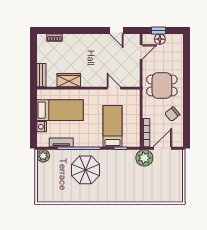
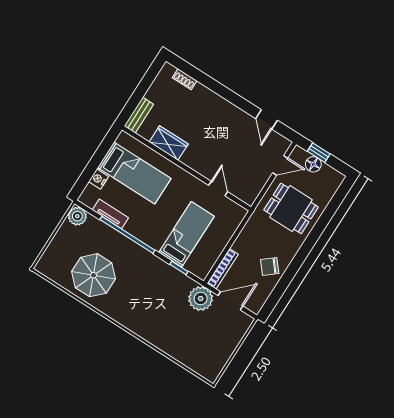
dining table: (162, 85) -> (291, 208), moved
parasol: (85, 170) -> (93, 275), moved

